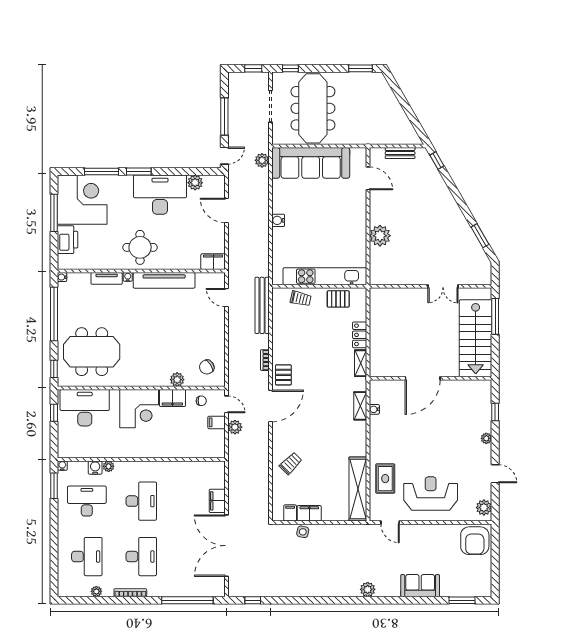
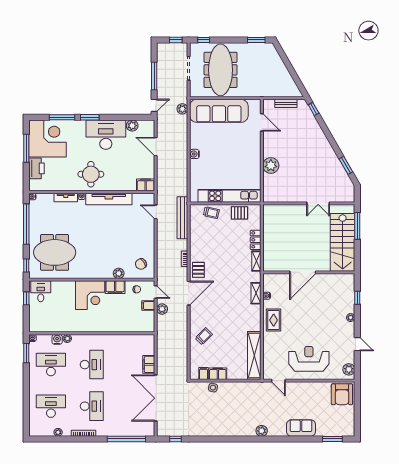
desk: (85, 408) -> (41, 291), width x0.53, depth x0.77
rug: (385, 479) -> (274, 320), moved
desk: (87, 557) -> (51, 406), turned -90

